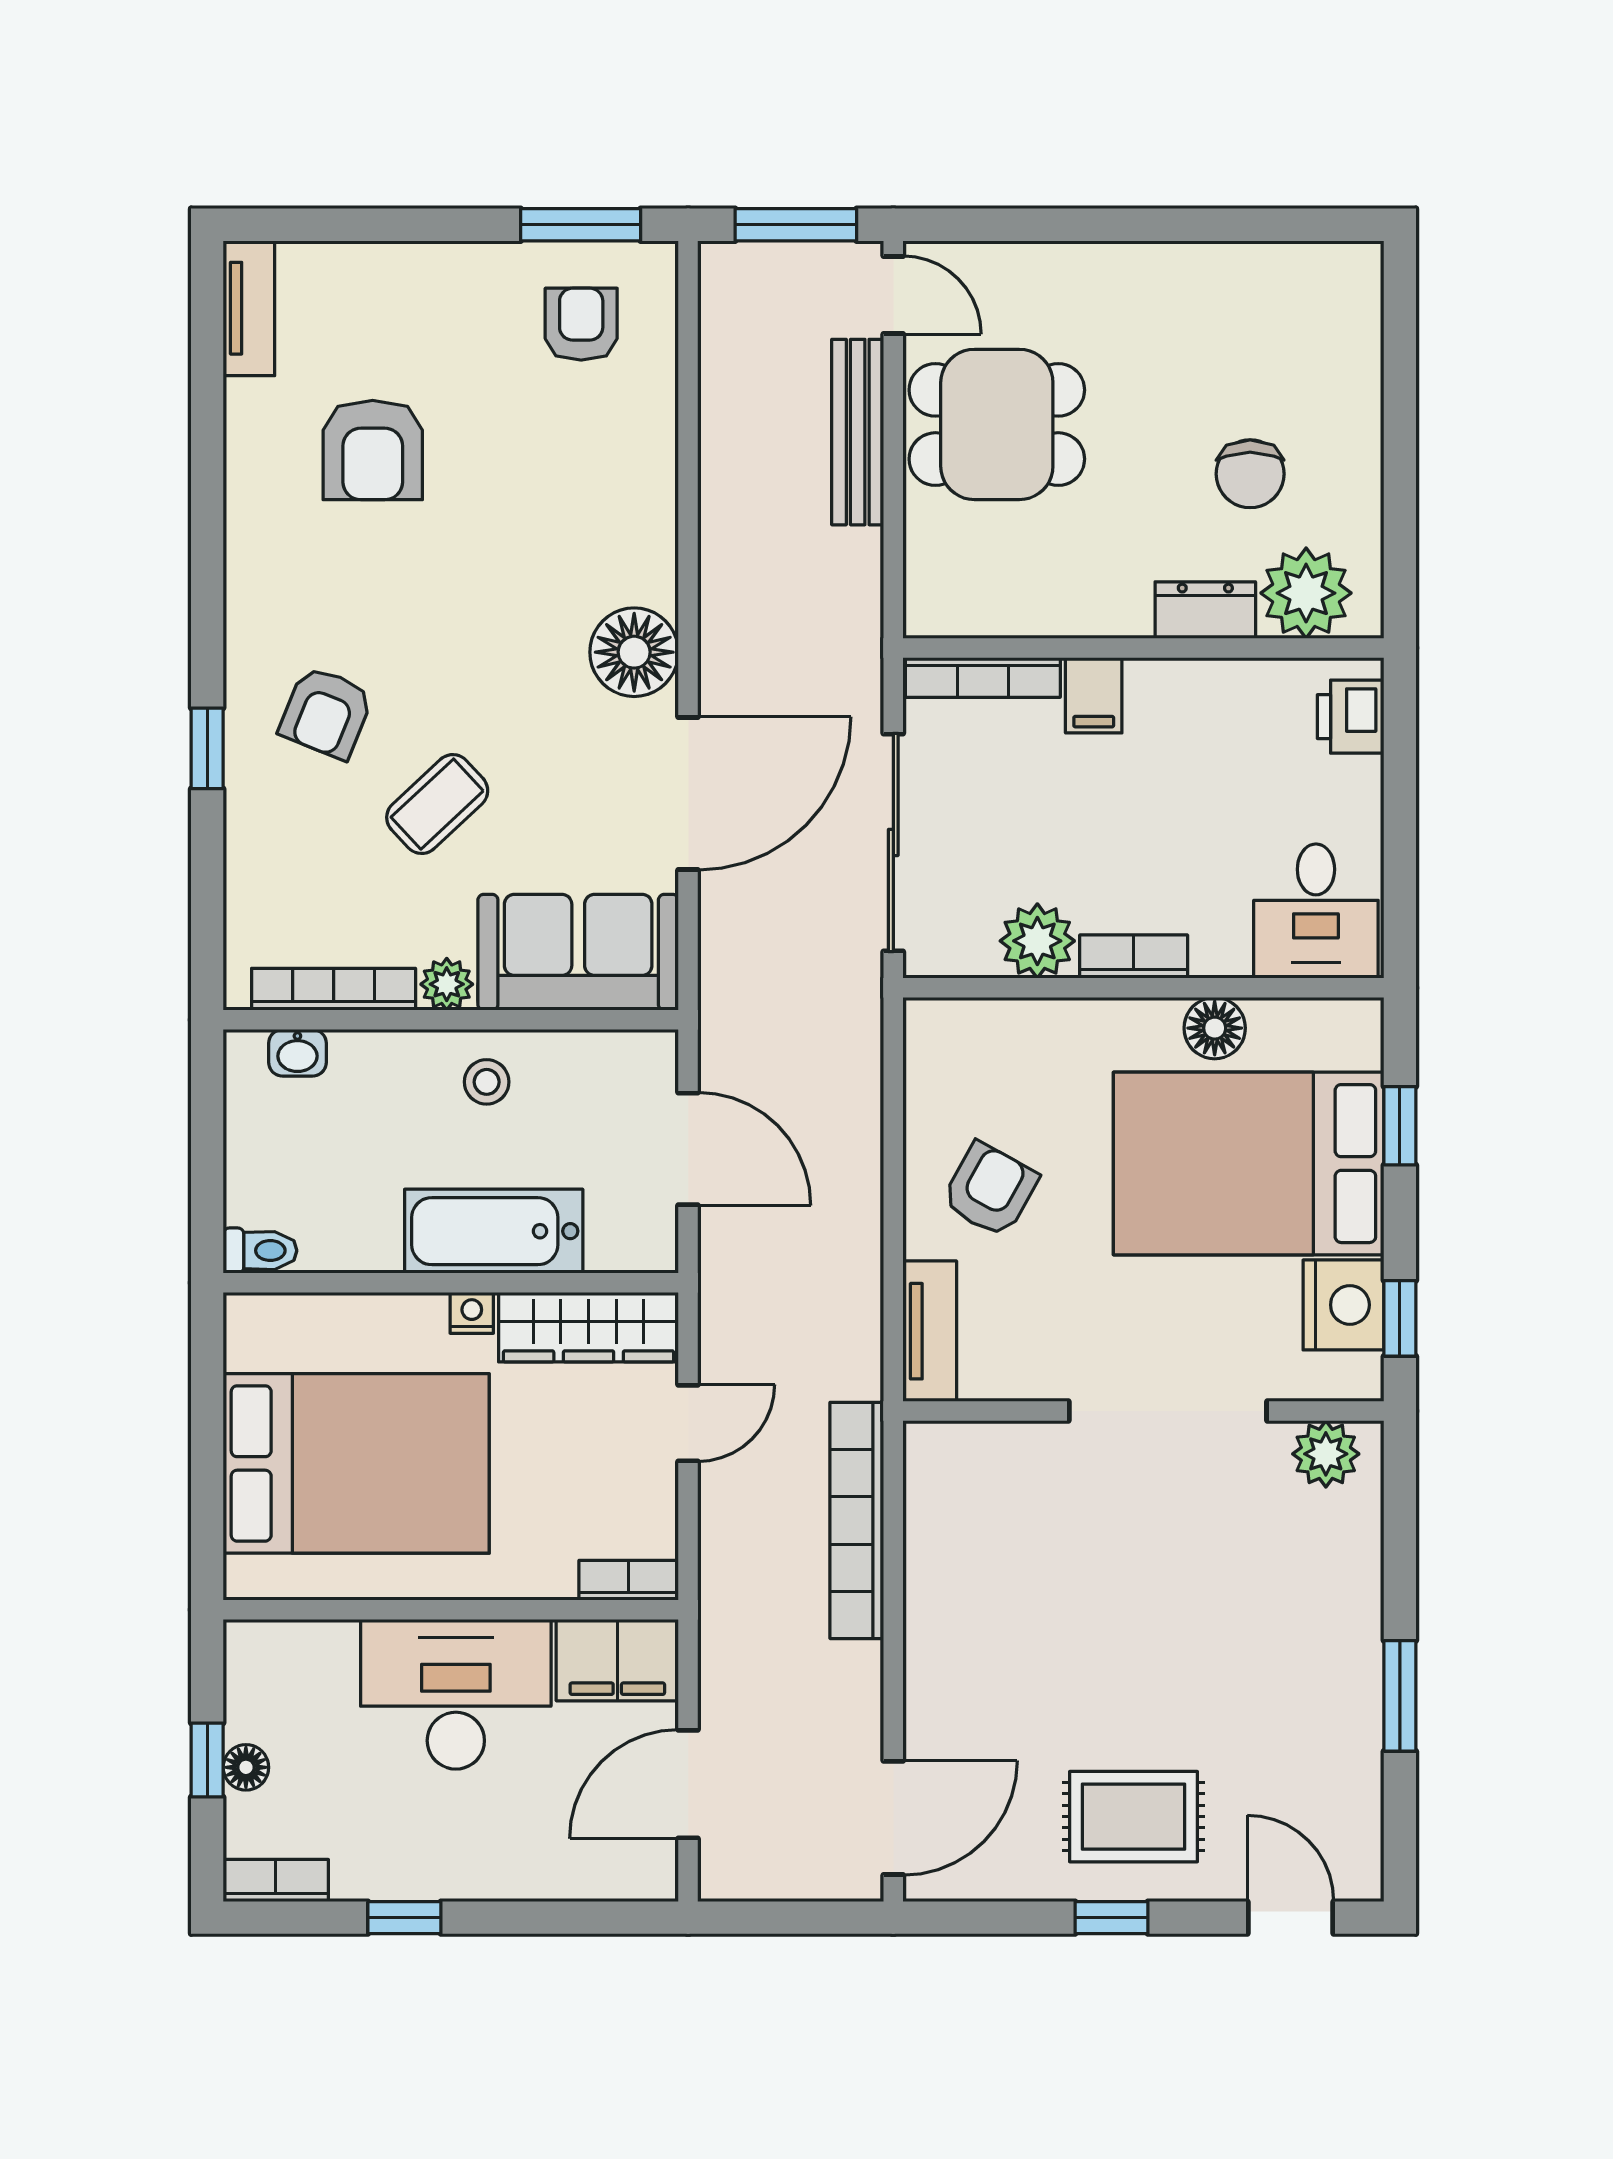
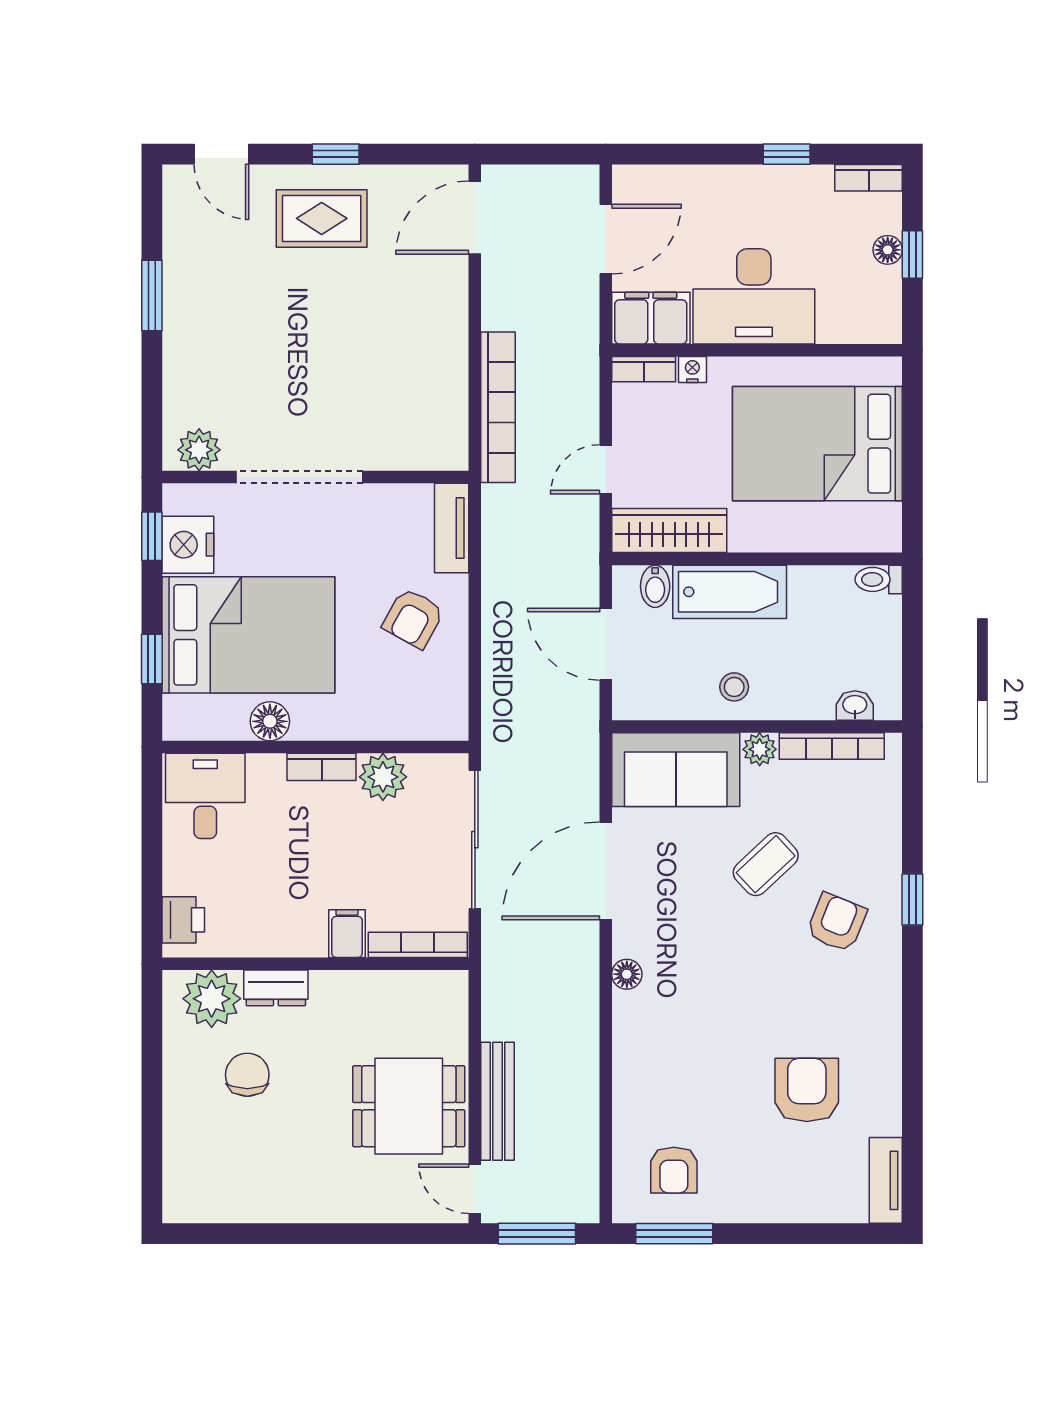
floor lamp: (634, 652) -> (627, 974), width x0.53, depth x0.53
bidet: (611, 1240) -> (655, 586), added
nightstand: (472, 1313) -> (692, 370), moved, turned 180

